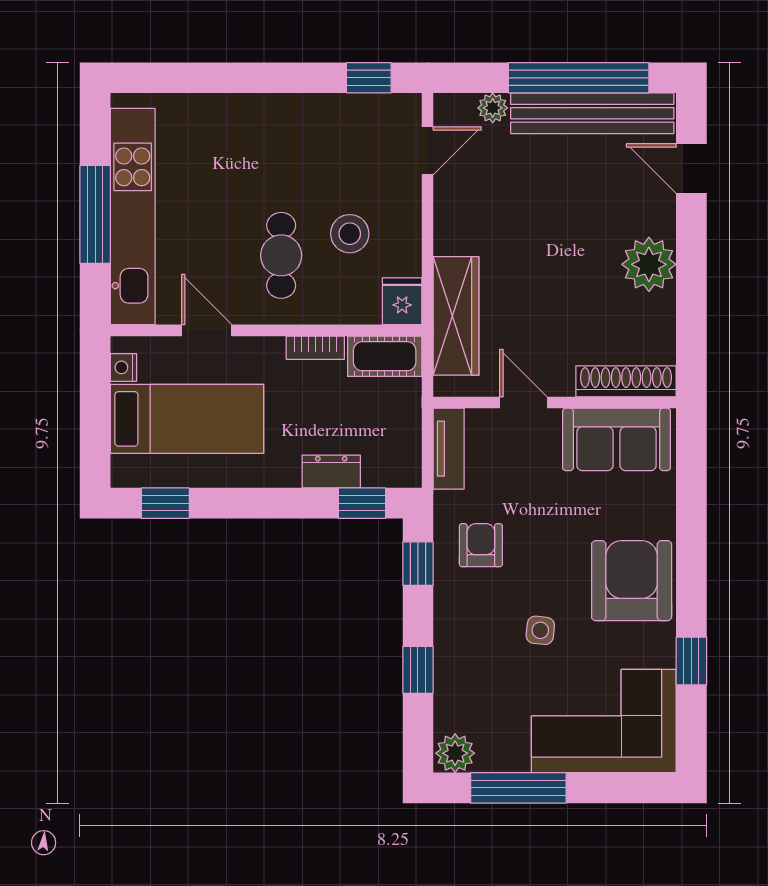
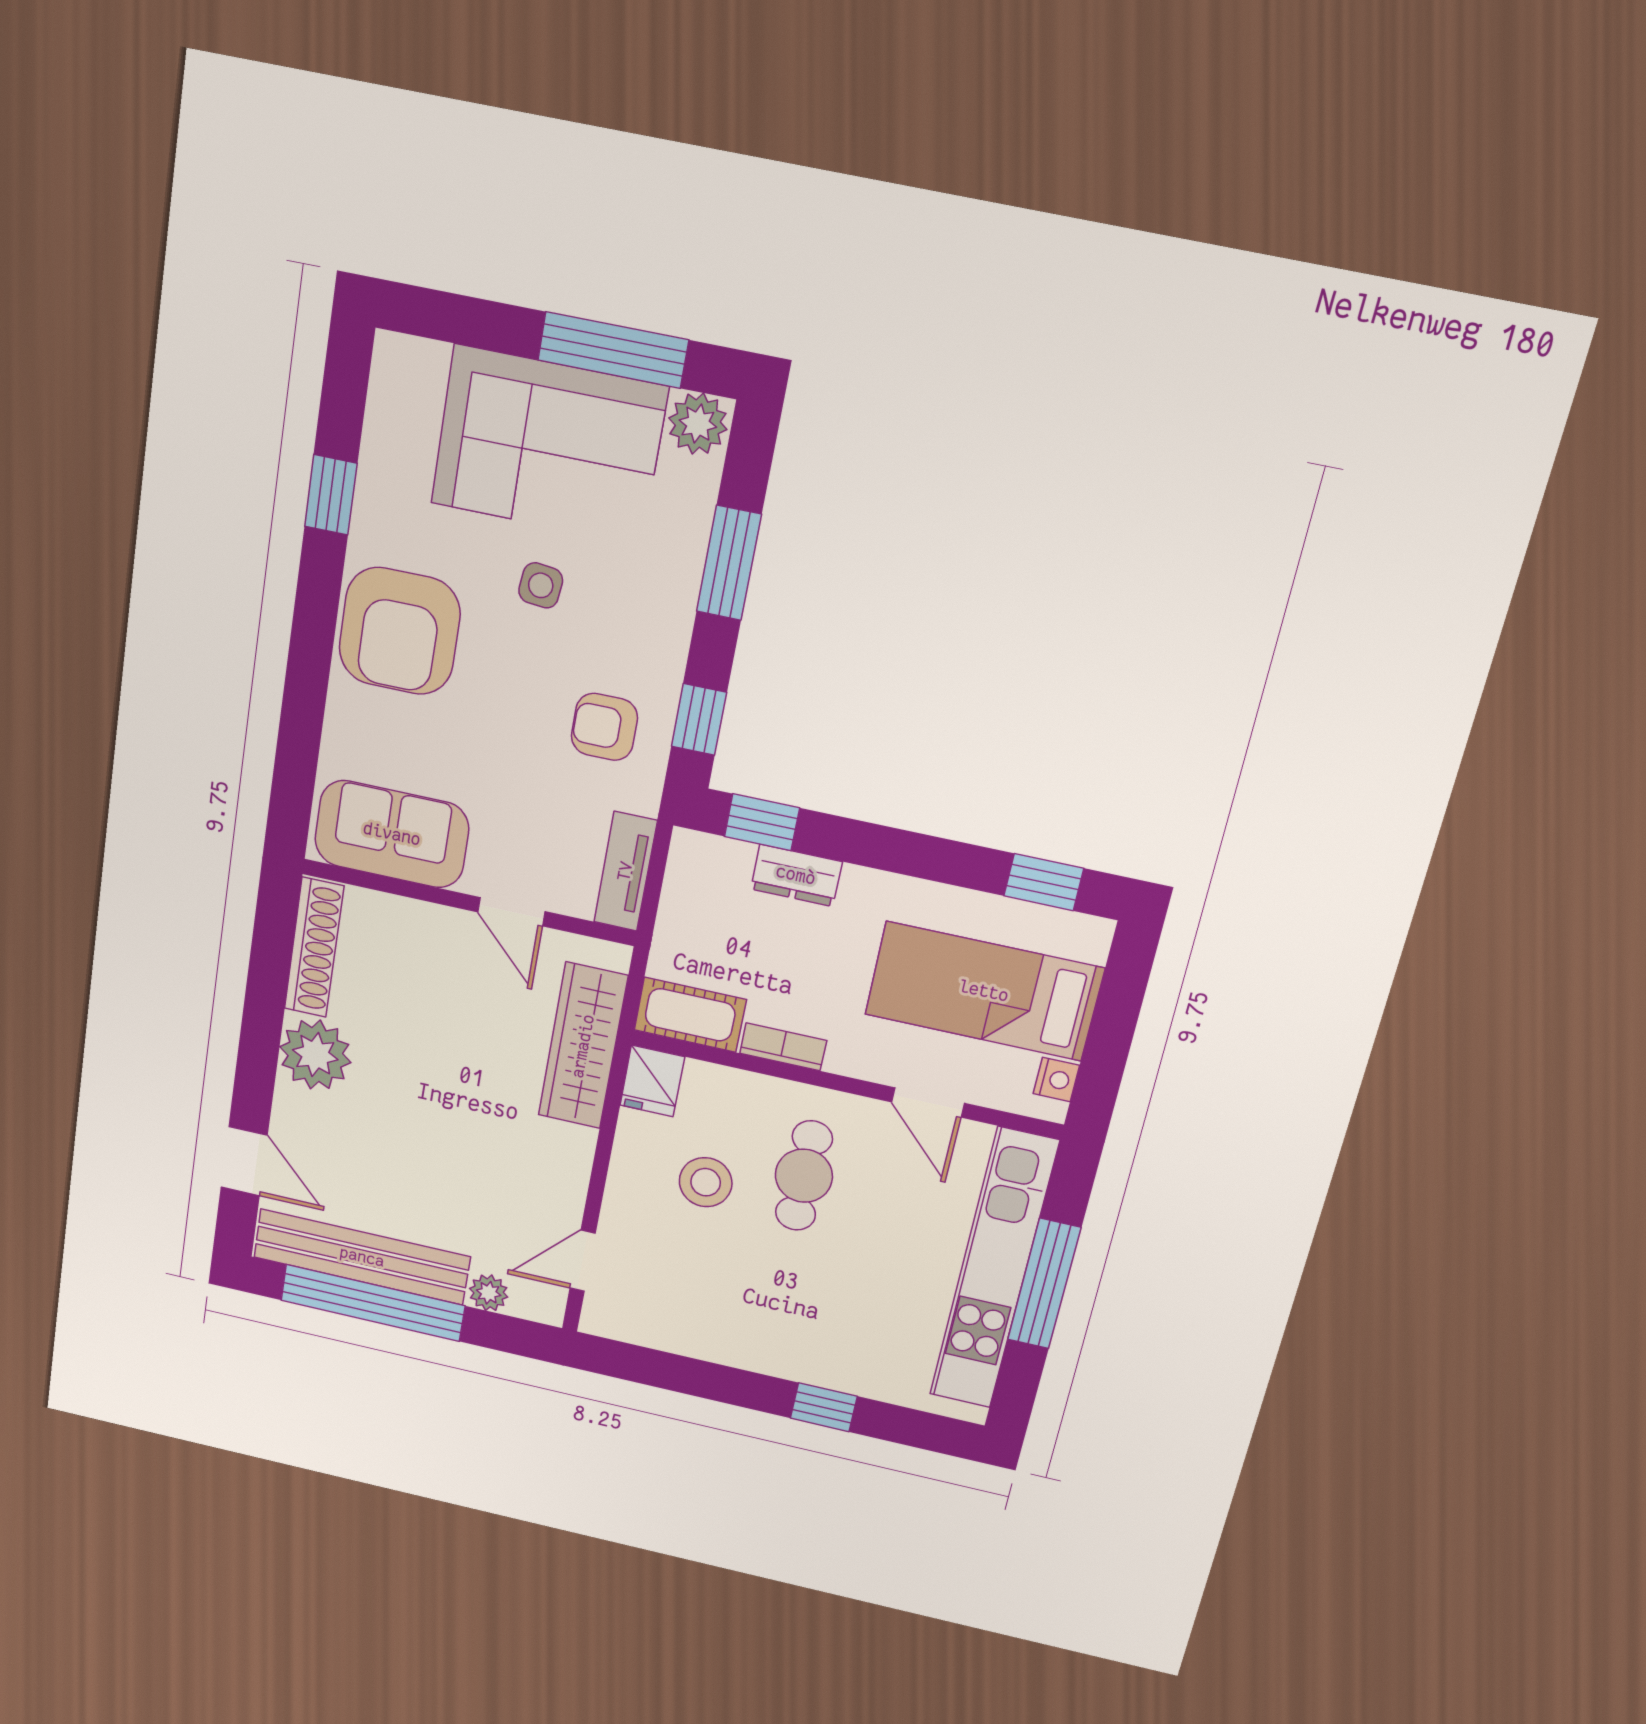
window: (369, 78) -> (824, 1407), moved
shoe rack: (626, 381) -> (314, 947), moved, turned -90
armchair: (481, 545) -> (604, 727), turned 90
window: (418, 670) -> (729, 563), width x1.50
corner sofa: (604, 721) -> (549, 445), moved

